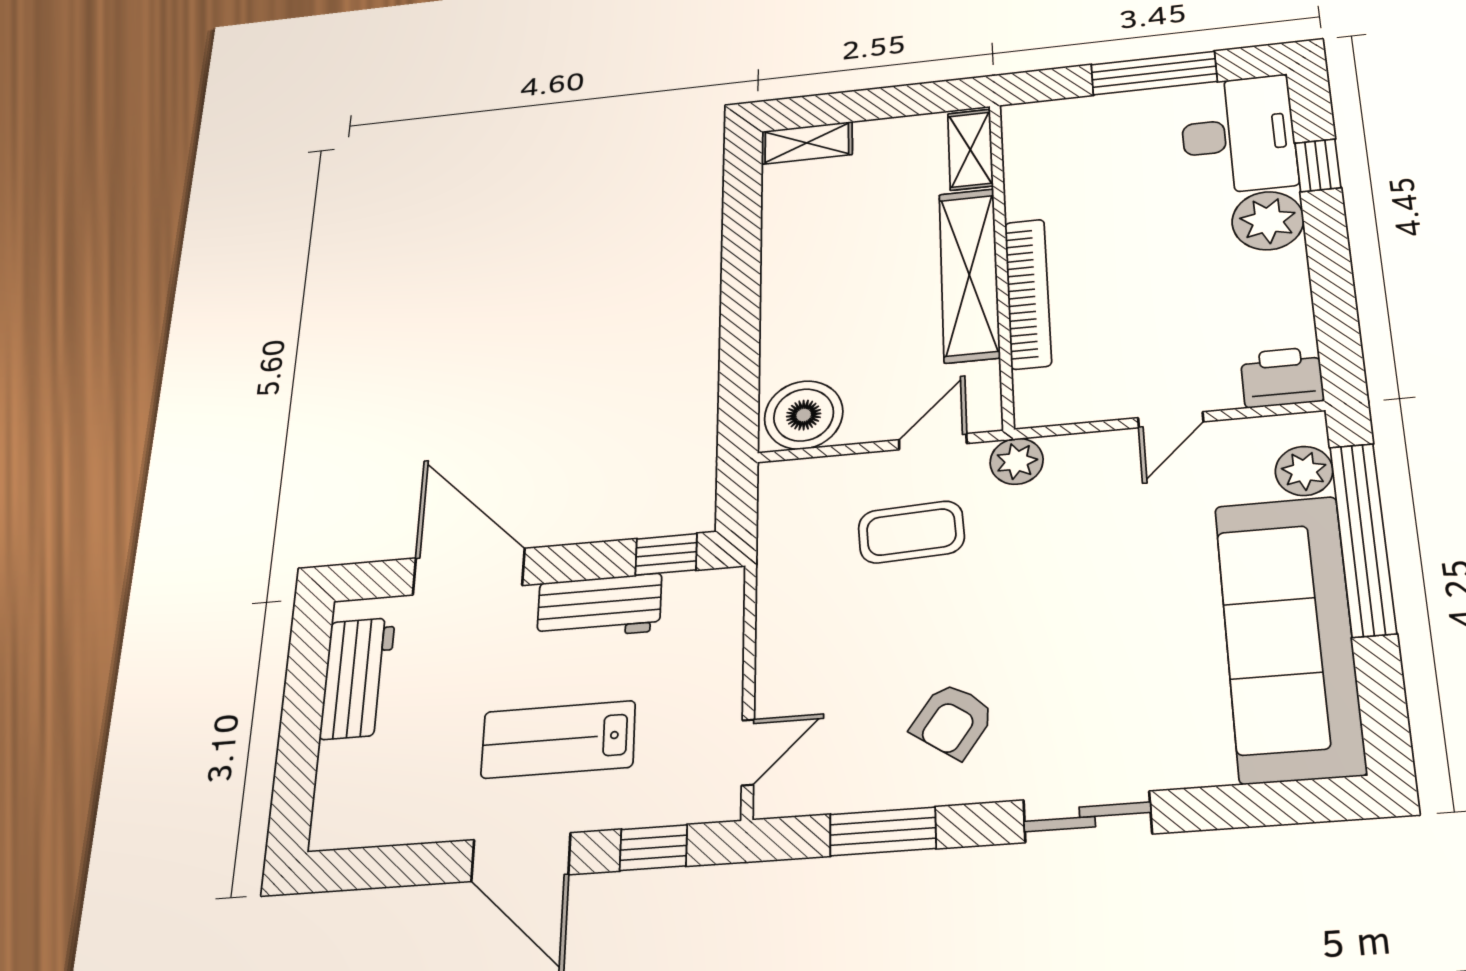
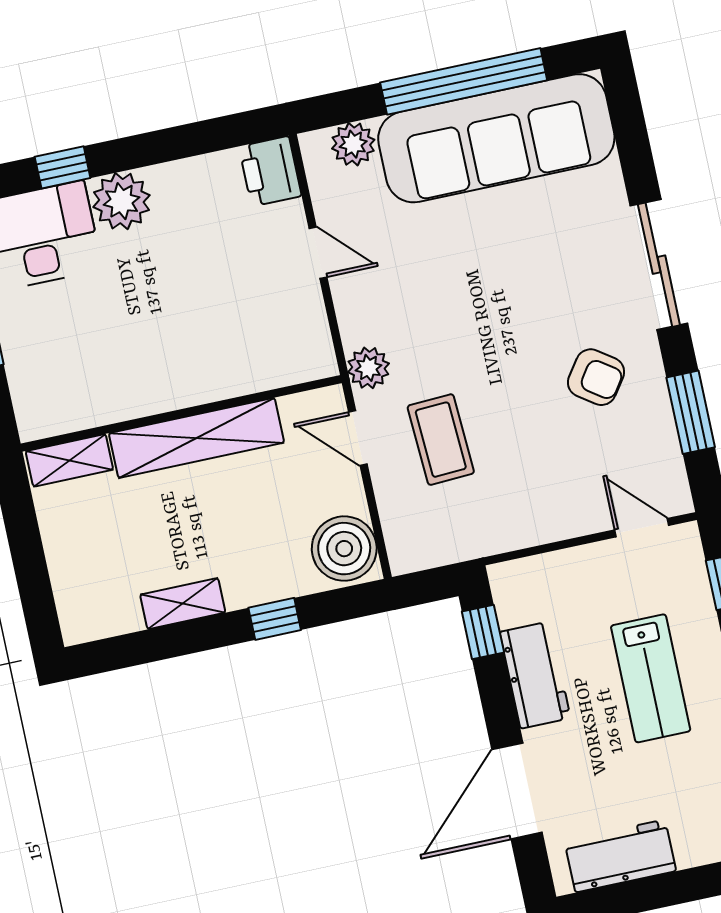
shelving: (807, 143) -> (183, 604), moved, turned 90
bookcase: (1028, 293) -> (210, 386), removed
window: (740, 336) -> (275, 619), added
window: (1363, 539) -> (464, 81), moved
sliding door: (1087, 817) -> (659, 265), width x1.37

